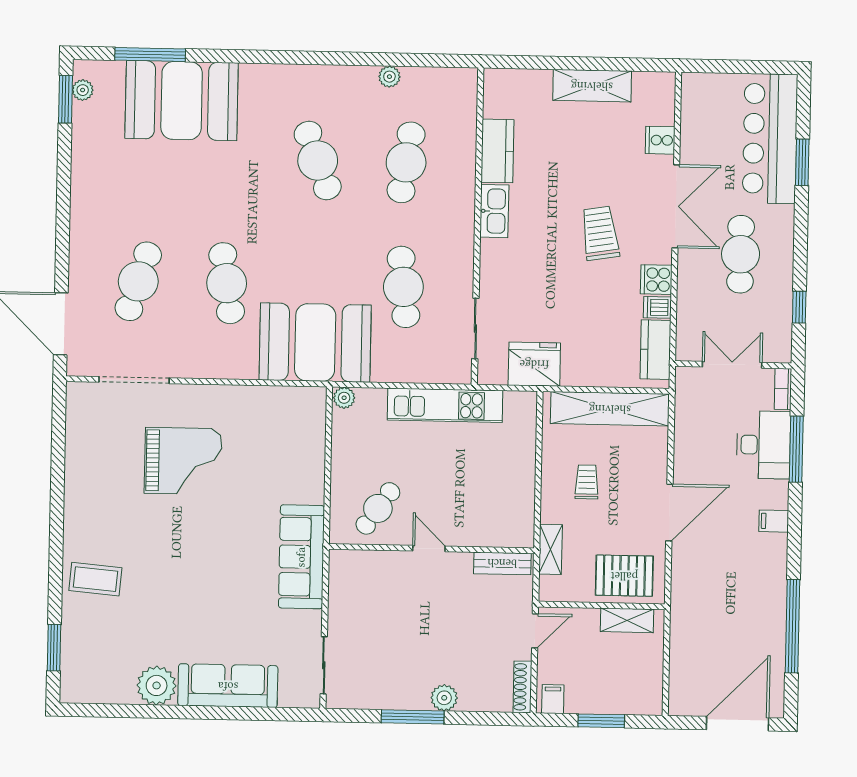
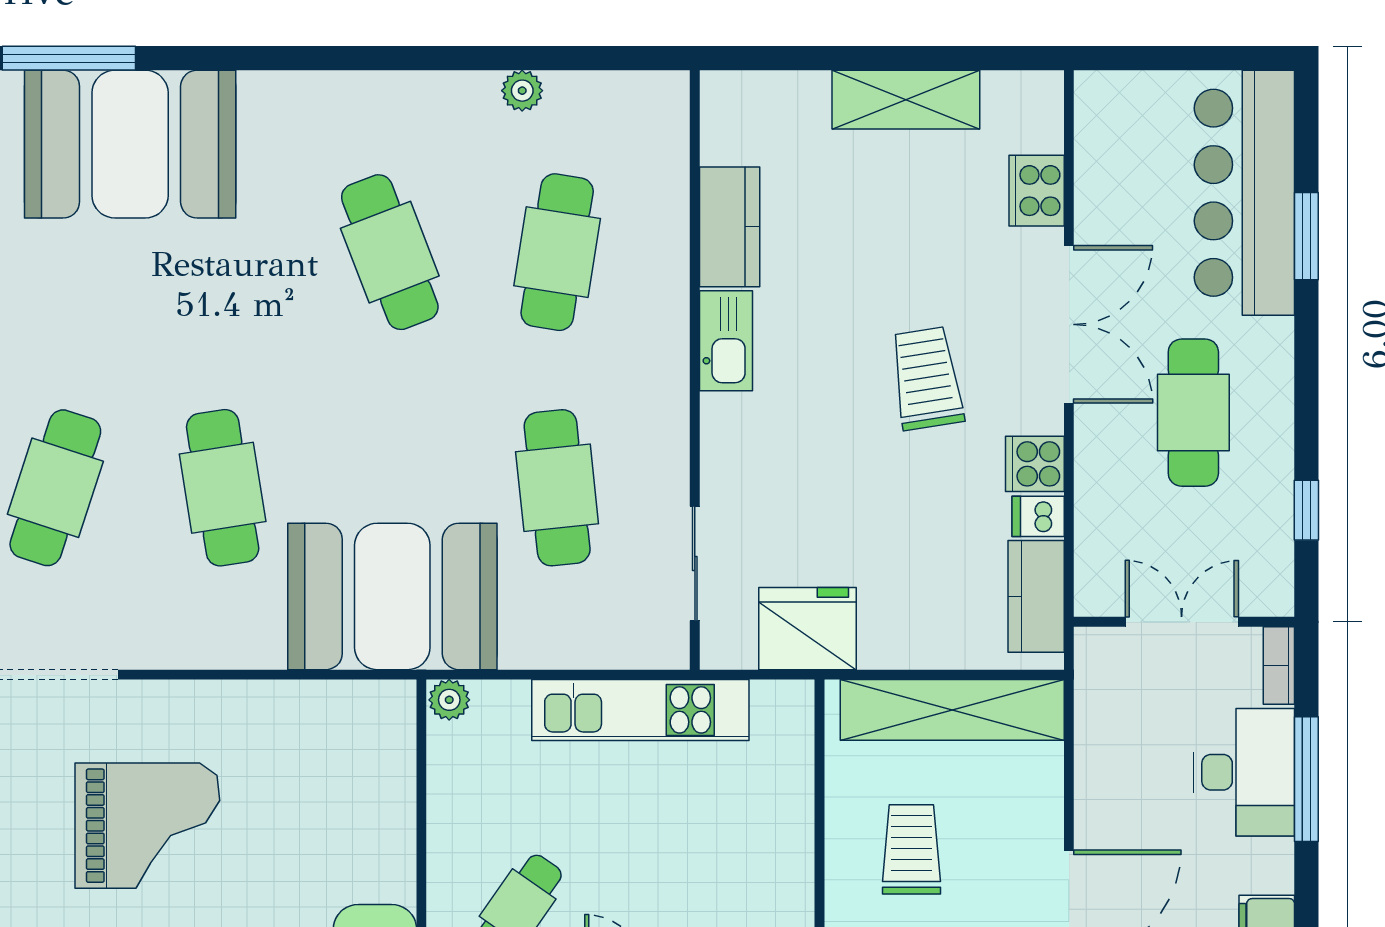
cooker: (660, 140) -> (1037, 191), width x1.36
trolley: (587, 482) -> (911, 849), width x1.36, depth x1.39

